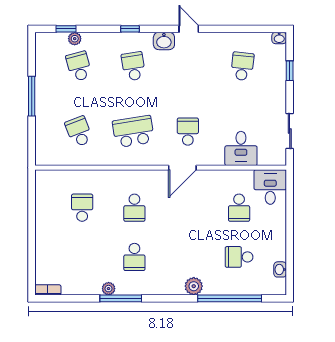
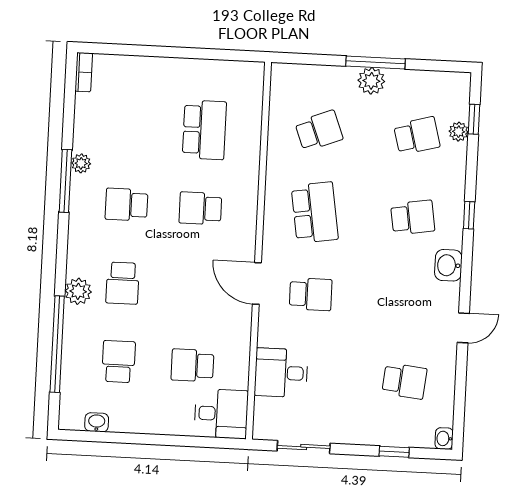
door: (189, 29) -> (463, 328), moved
plant: (44, 98) -> (371, 81), added
school desk: (82, 208) -> (204, 130), width x1.85
school desk: (187, 257) -> (123, 283), added

